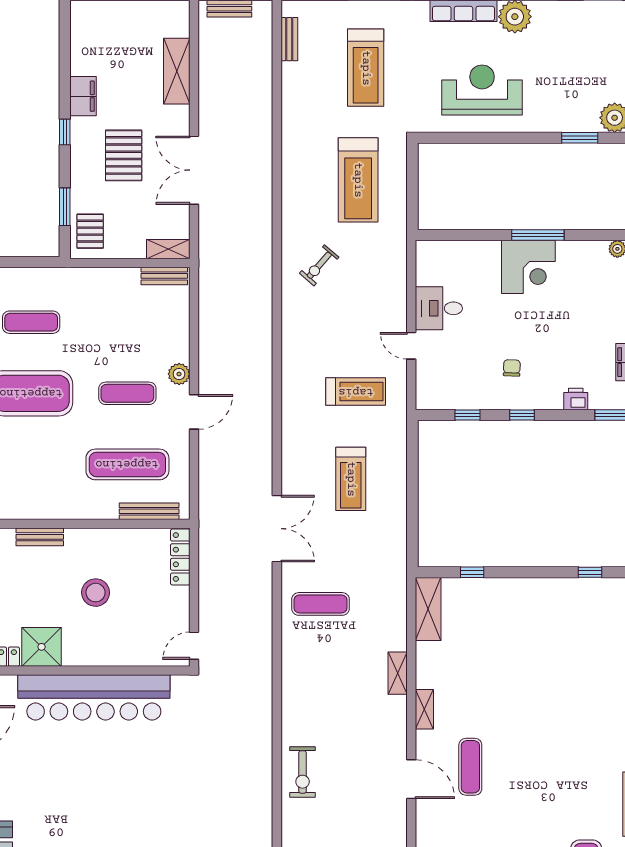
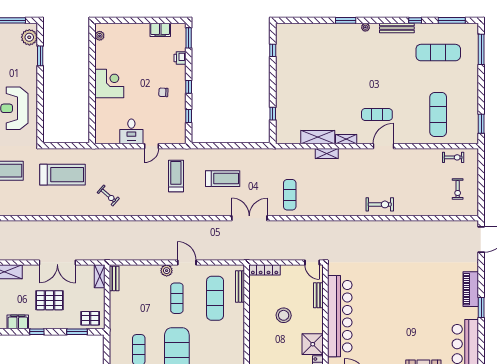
window: (538, 235) -> (92, 78), removed
bench: (40, 537) -> (318, 295), moved
shelving: (428, 609) -> (318, 137), moved

